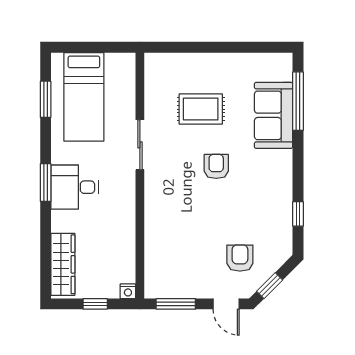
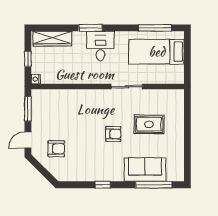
window: (46, 99) -> (155, 28), width x1.44
rug: (201, 109) -> (149, 124), turned 90
window: (46, 183) -> (90, 28), moved
window: (298, 214) -> (103, 185), moved
window: (270, 286) -> (39, 167), removed

